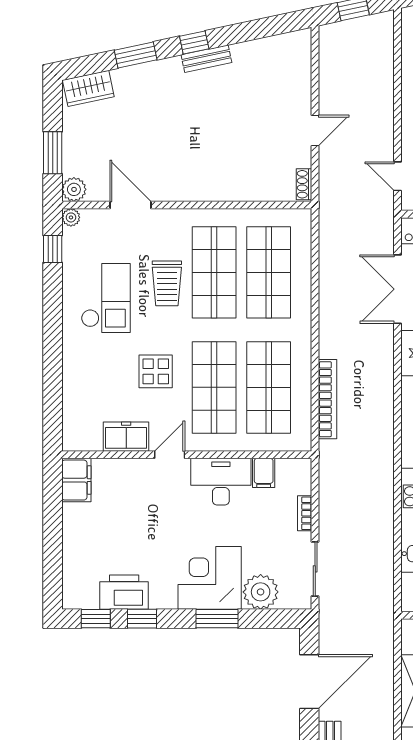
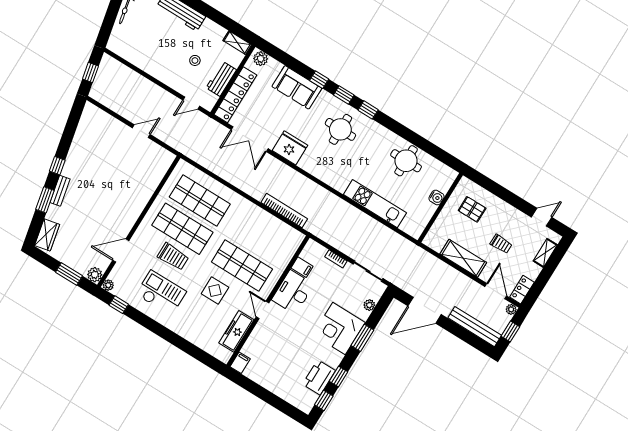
bench: (206, 59) -> (60, 191), moved
door: (315, 130) -> (141, 131), hinge flipped
shoe rack: (304, 184) -> (166, 154), removed
shop shelf: (269, 387) -> (259, 237), removed
freezer: (126, 437) -> (236, 331), width x1.40
filing cabinet: (76, 480) -> (240, 363), width x0.50
plant: (261, 592) -> (369, 305), width x0.53, depth x0.53
door: (309, 682) -> (424, 310), swing flipped

